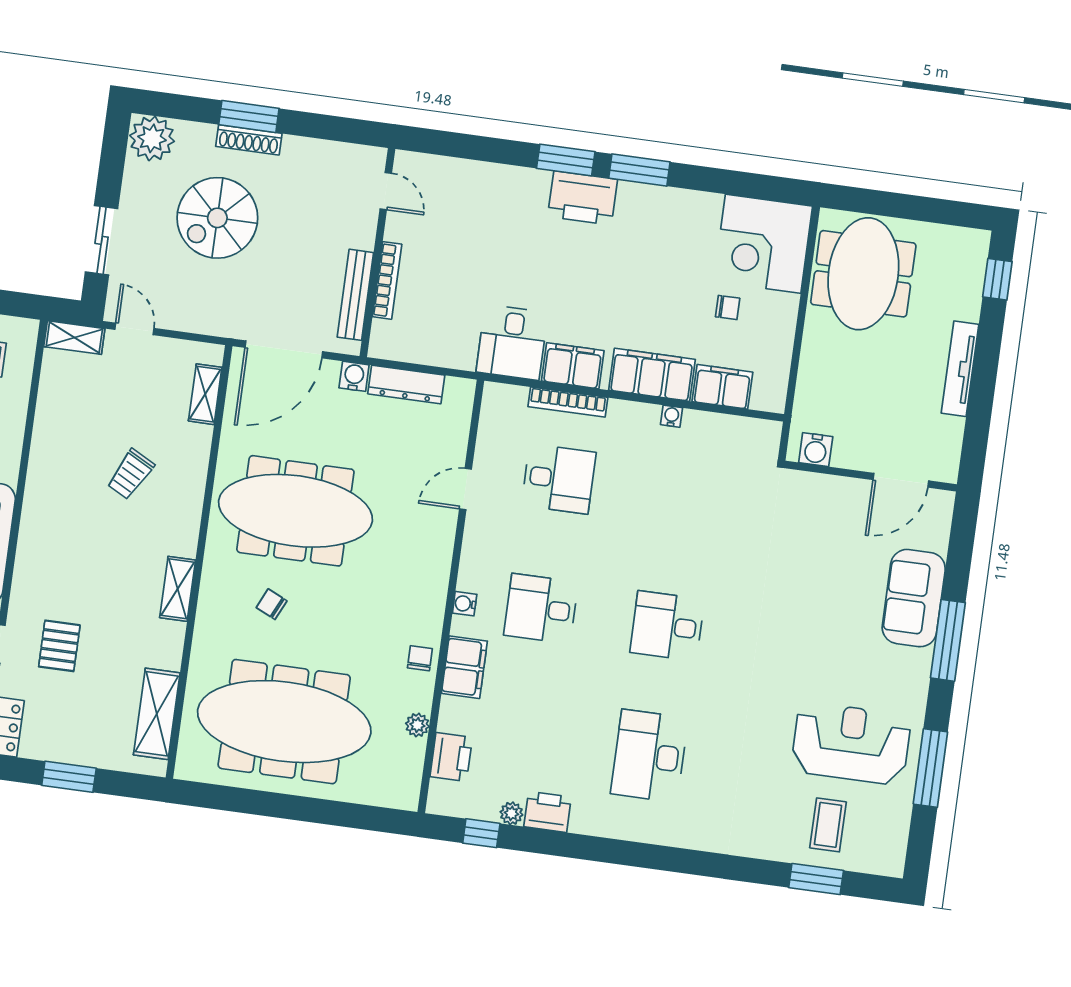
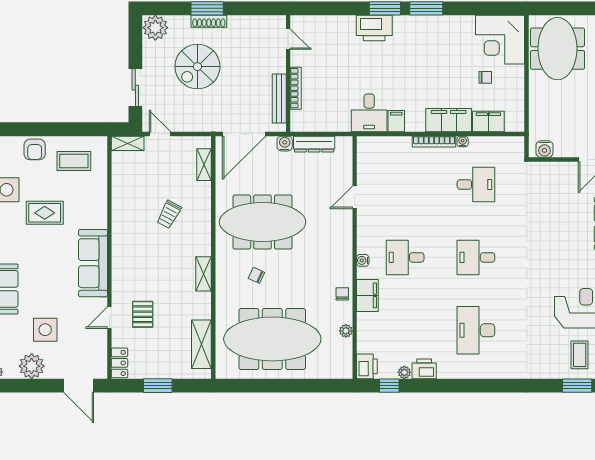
printer: (583, 198) -> (374, 28), moved
filing cabinet: (573, 366) -> (396, 121), width x0.50
bookcase: (568, 402) -> (434, 142), moved
desk: (559, 479) -> (476, 185), moved
printer: (451, 757) -> (367, 366), moved

